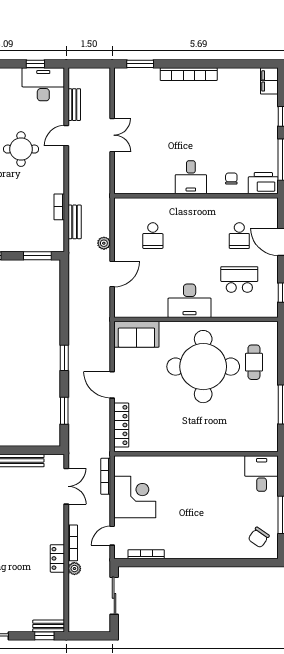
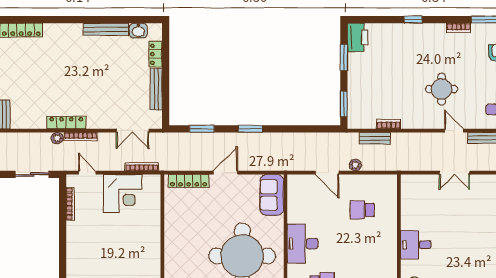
locker: (57, 558) -> (66, 122), width x1.53

